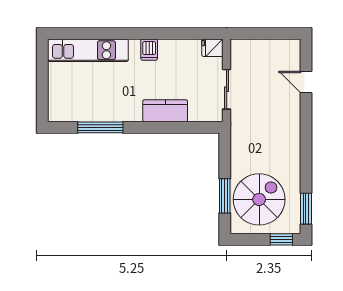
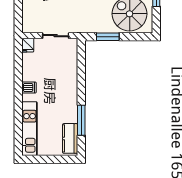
kitchen counter: (165, 111) -> (70, 138), moved
window: (225, 196) -> (108, 37), moved

